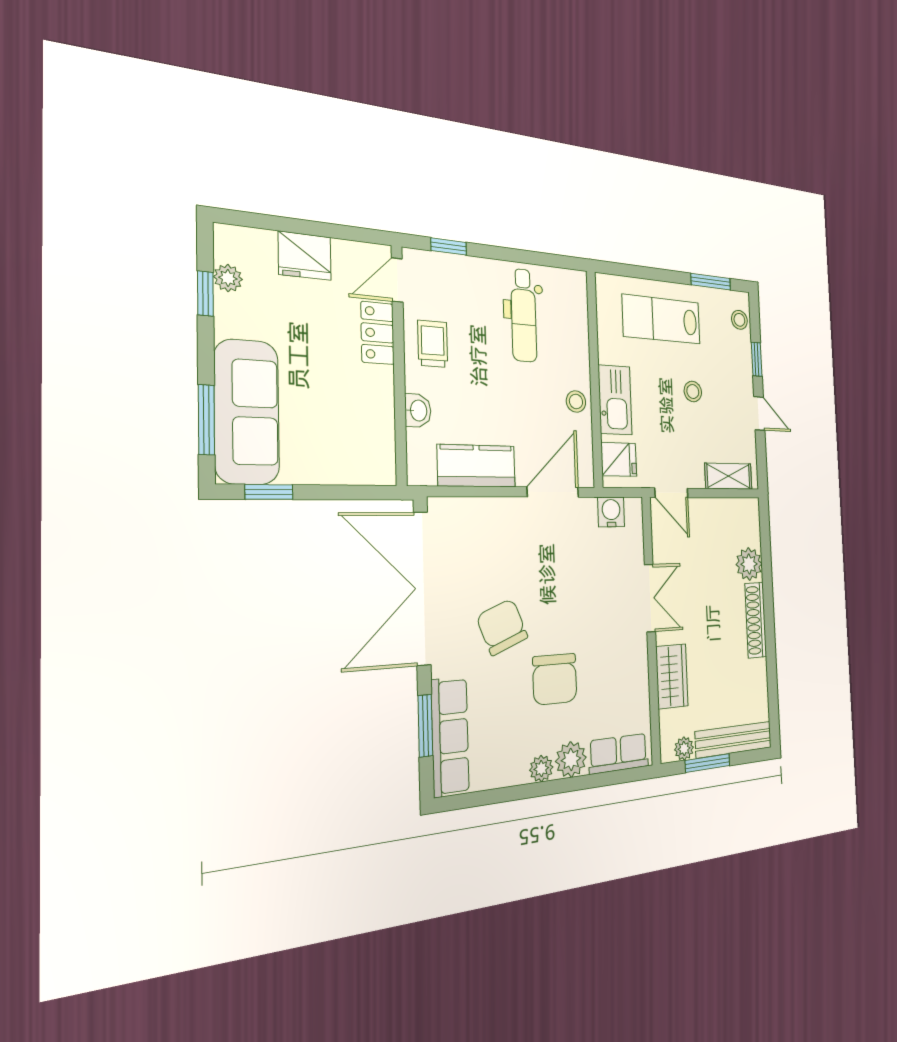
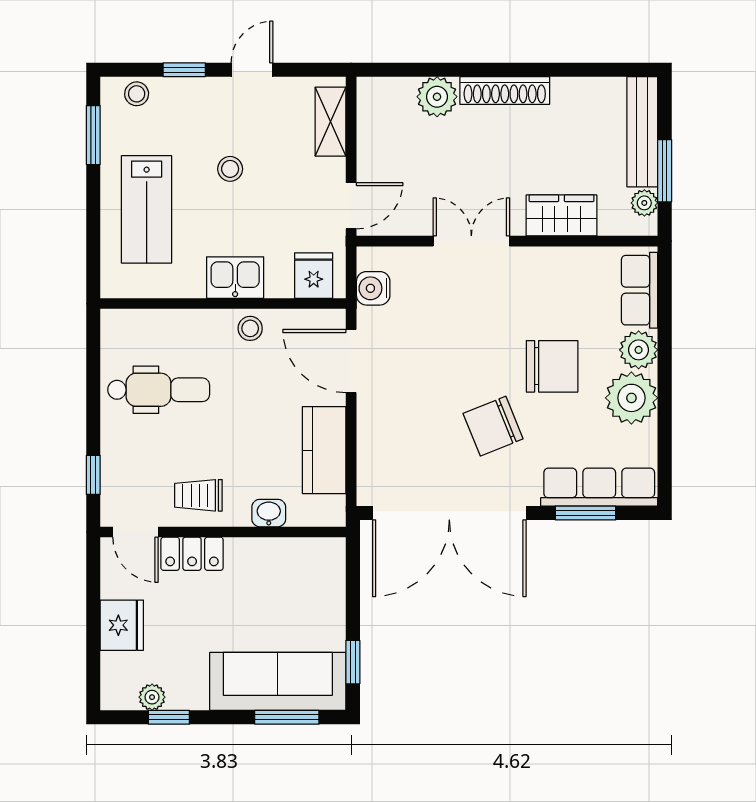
kitchen sink: (615, 400) -> (235, 278), width x0.73
plant: (541, 769) -> (631, 398), width x1.88, depth x1.88

